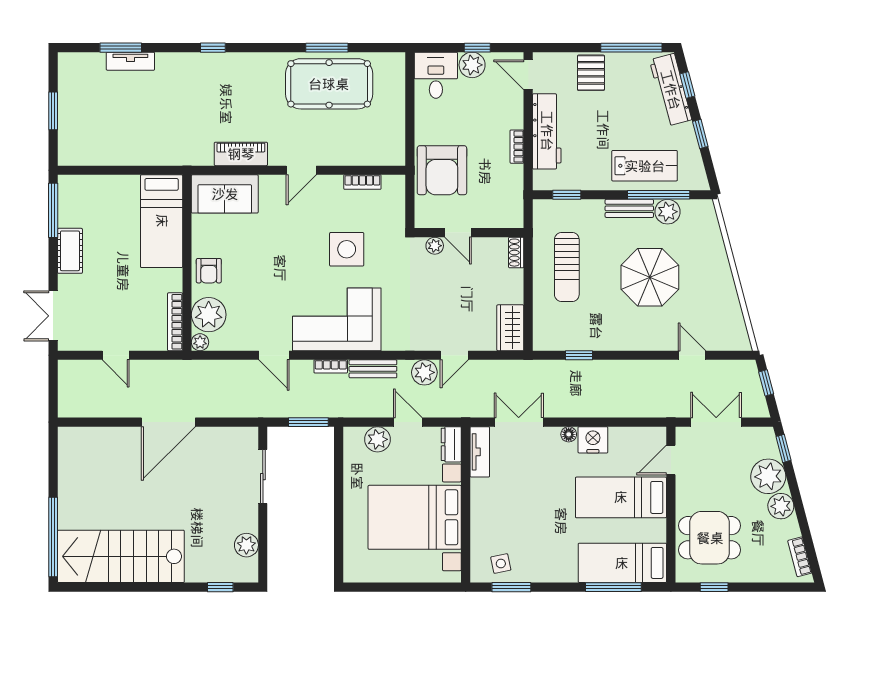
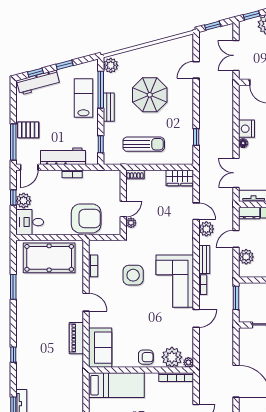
window: (631, 48) -> (13, 142), moved
pool table: (329, 84) -> (49, 258), moved, turned 90
plant: (668, 212) -> (111, 65), moved

